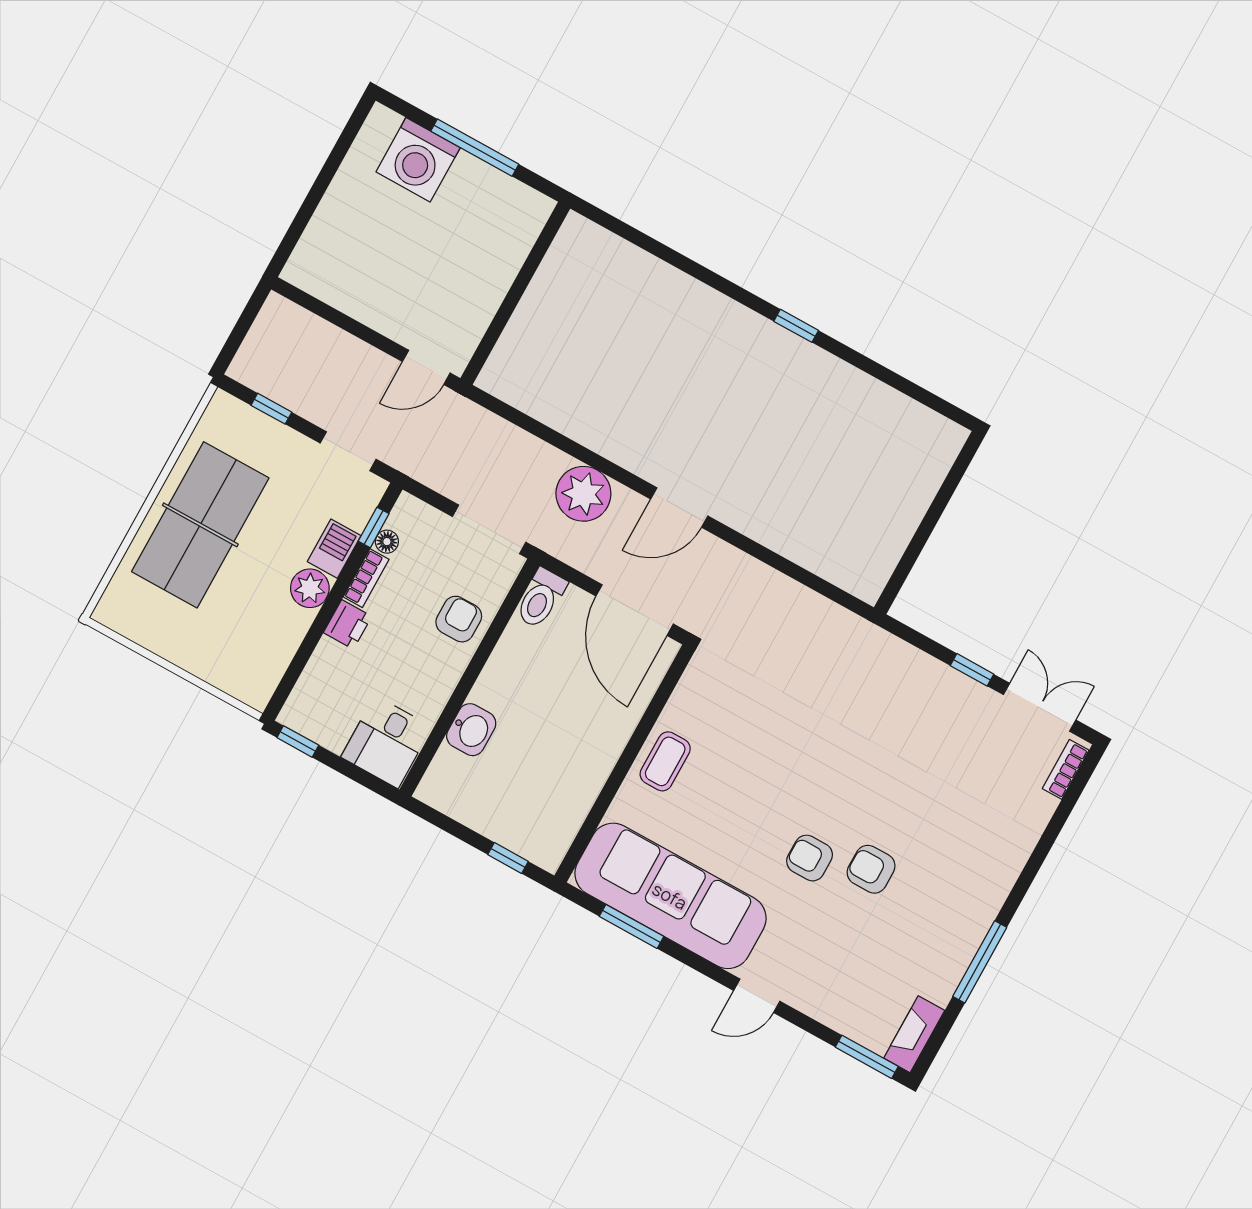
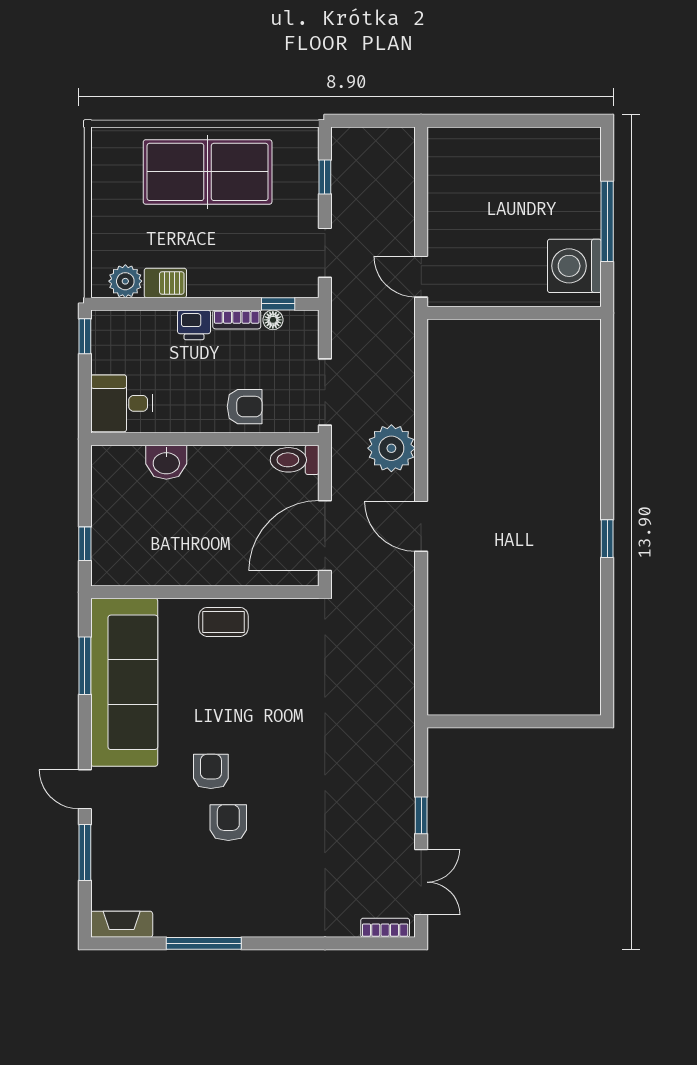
washing machine: (418, 160) -> (574, 266), moved
barbecue: (334, 549) -> (165, 283), moved
plant: (310, 588) -> (125, 281), moved
window: (867, 1057) -> (85, 852), moved

